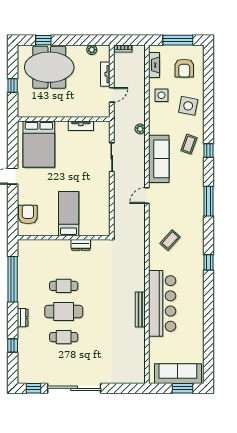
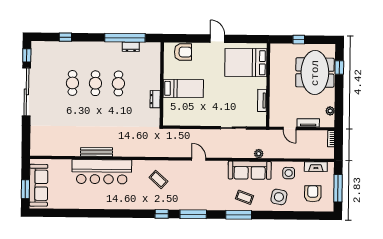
armchair: (184, 68) -> (313, 194), turned 90
window: (208, 151) -> (239, 215), width x2.17
sofa: (159, 159) -> (250, 170), moved
window: (208, 262) -> (162, 214), moved
cafe table: (64, 311) -> (95, 83), width x0.73, depth x0.74
dresser: (23, 318) -> (131, 47), moved

